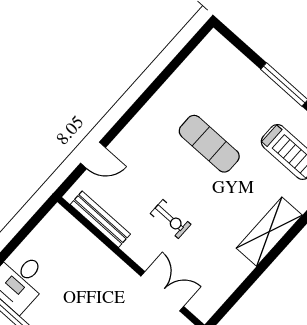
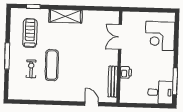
exercise bike: (171, 219) -> (31, 69), moved
printer: (97, 253) -> (126, 72), added

